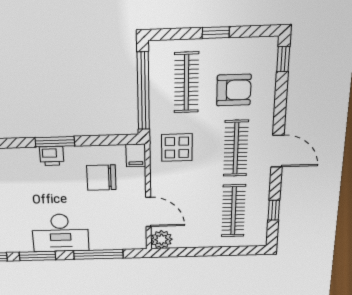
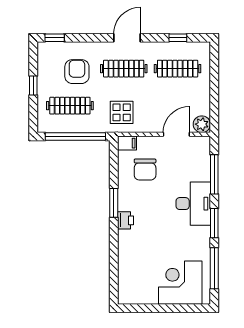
printer: (52, 156) -> (125, 220), moved

